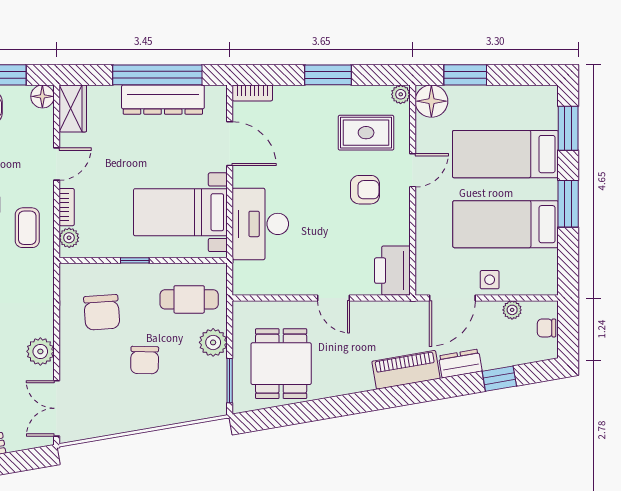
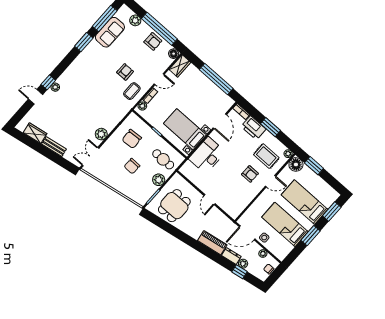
dresser: (163, 100) -> (211, 88), removed
printer: (392, 271) -> (253, 128), moved, turned -90
plant: (493, 359) -> (243, 264), added

